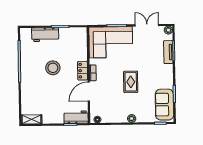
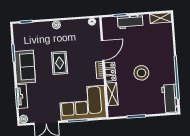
workbench: (45, 35) -> (170, 98), moved, turned -90
shelving: (82, 49) -> (112, 94), added
sofa: (164, 105) -> (25, 67), moved
workbench: (76, 117) -> (130, 22), moved

